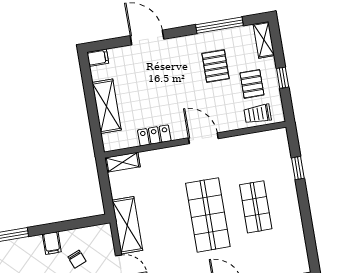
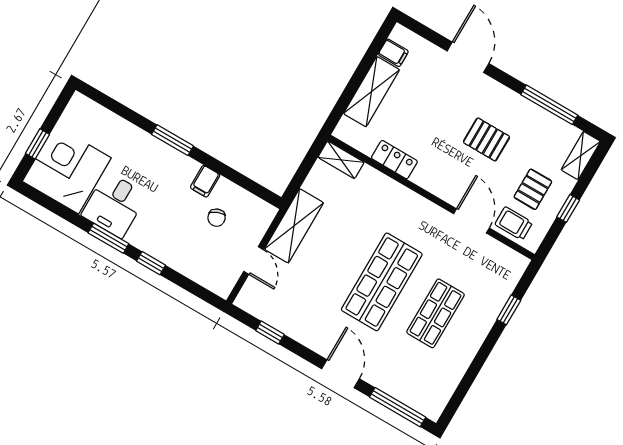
filing cabinet: (98, 58) -> (393, 53), moved
pallet: (215, 66) -> (486, 139), moved, turned 90
door: (203, 138) -> (471, 221), moved

